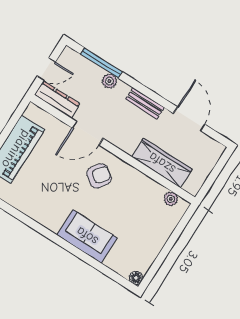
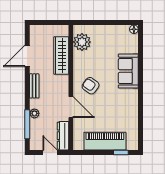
plant: (171, 199) -> (82, 42), width x1.88, depth x1.88

